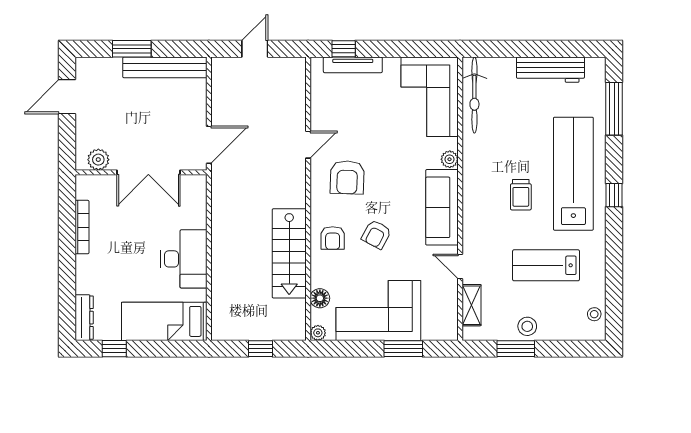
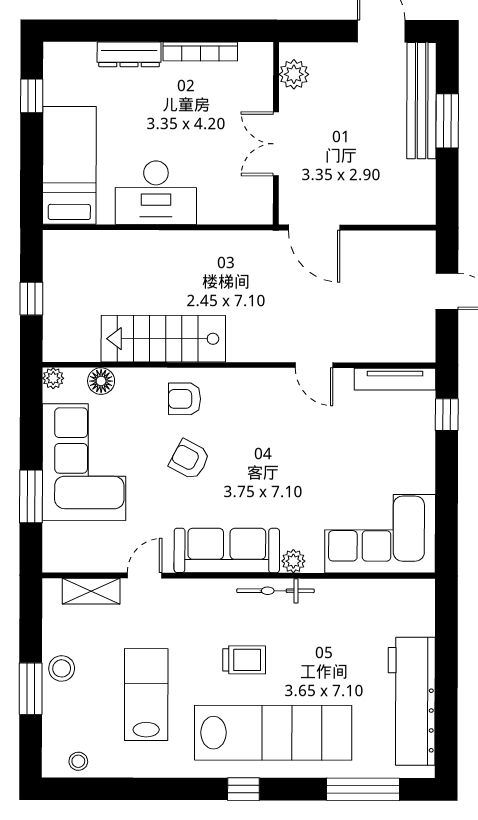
tv unit: (353, 65) -> (395, 379), moved, turned -90
bench: (165, 67) -> (422, 101), moved
workbench: (550, 70) -> (412, 701), width x1.36, depth x1.32
bicycle: (474, 95) -> (275, 591), moved, width x0.73, depth x0.71
double door: (148, 172) -> (276, 144), width x0.73
armchair: (347, 177) -> (268, 419), removed
trolley: (521, 195) -> (244, 660), turned 180
dresser: (84, 318) -> (129, 54), moved
window: (516, 349) -> (31, 689), moved

